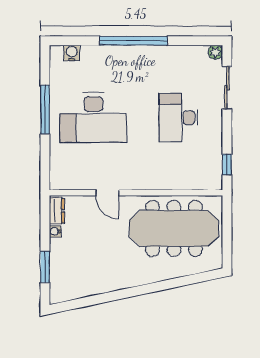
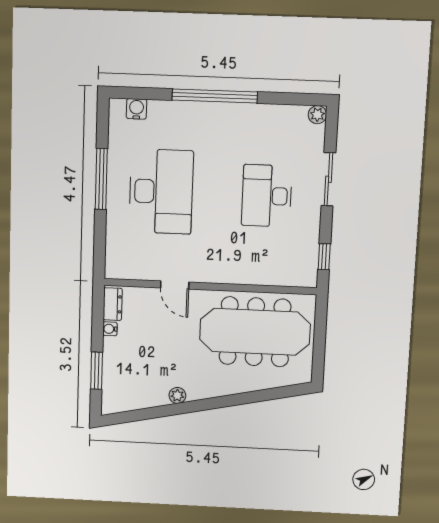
sliding door: (227, 88) -> (328, 179), moved
desk: (93, 118) -> (161, 192), turned -90
plant: (113, 285) -> (177, 395), added

